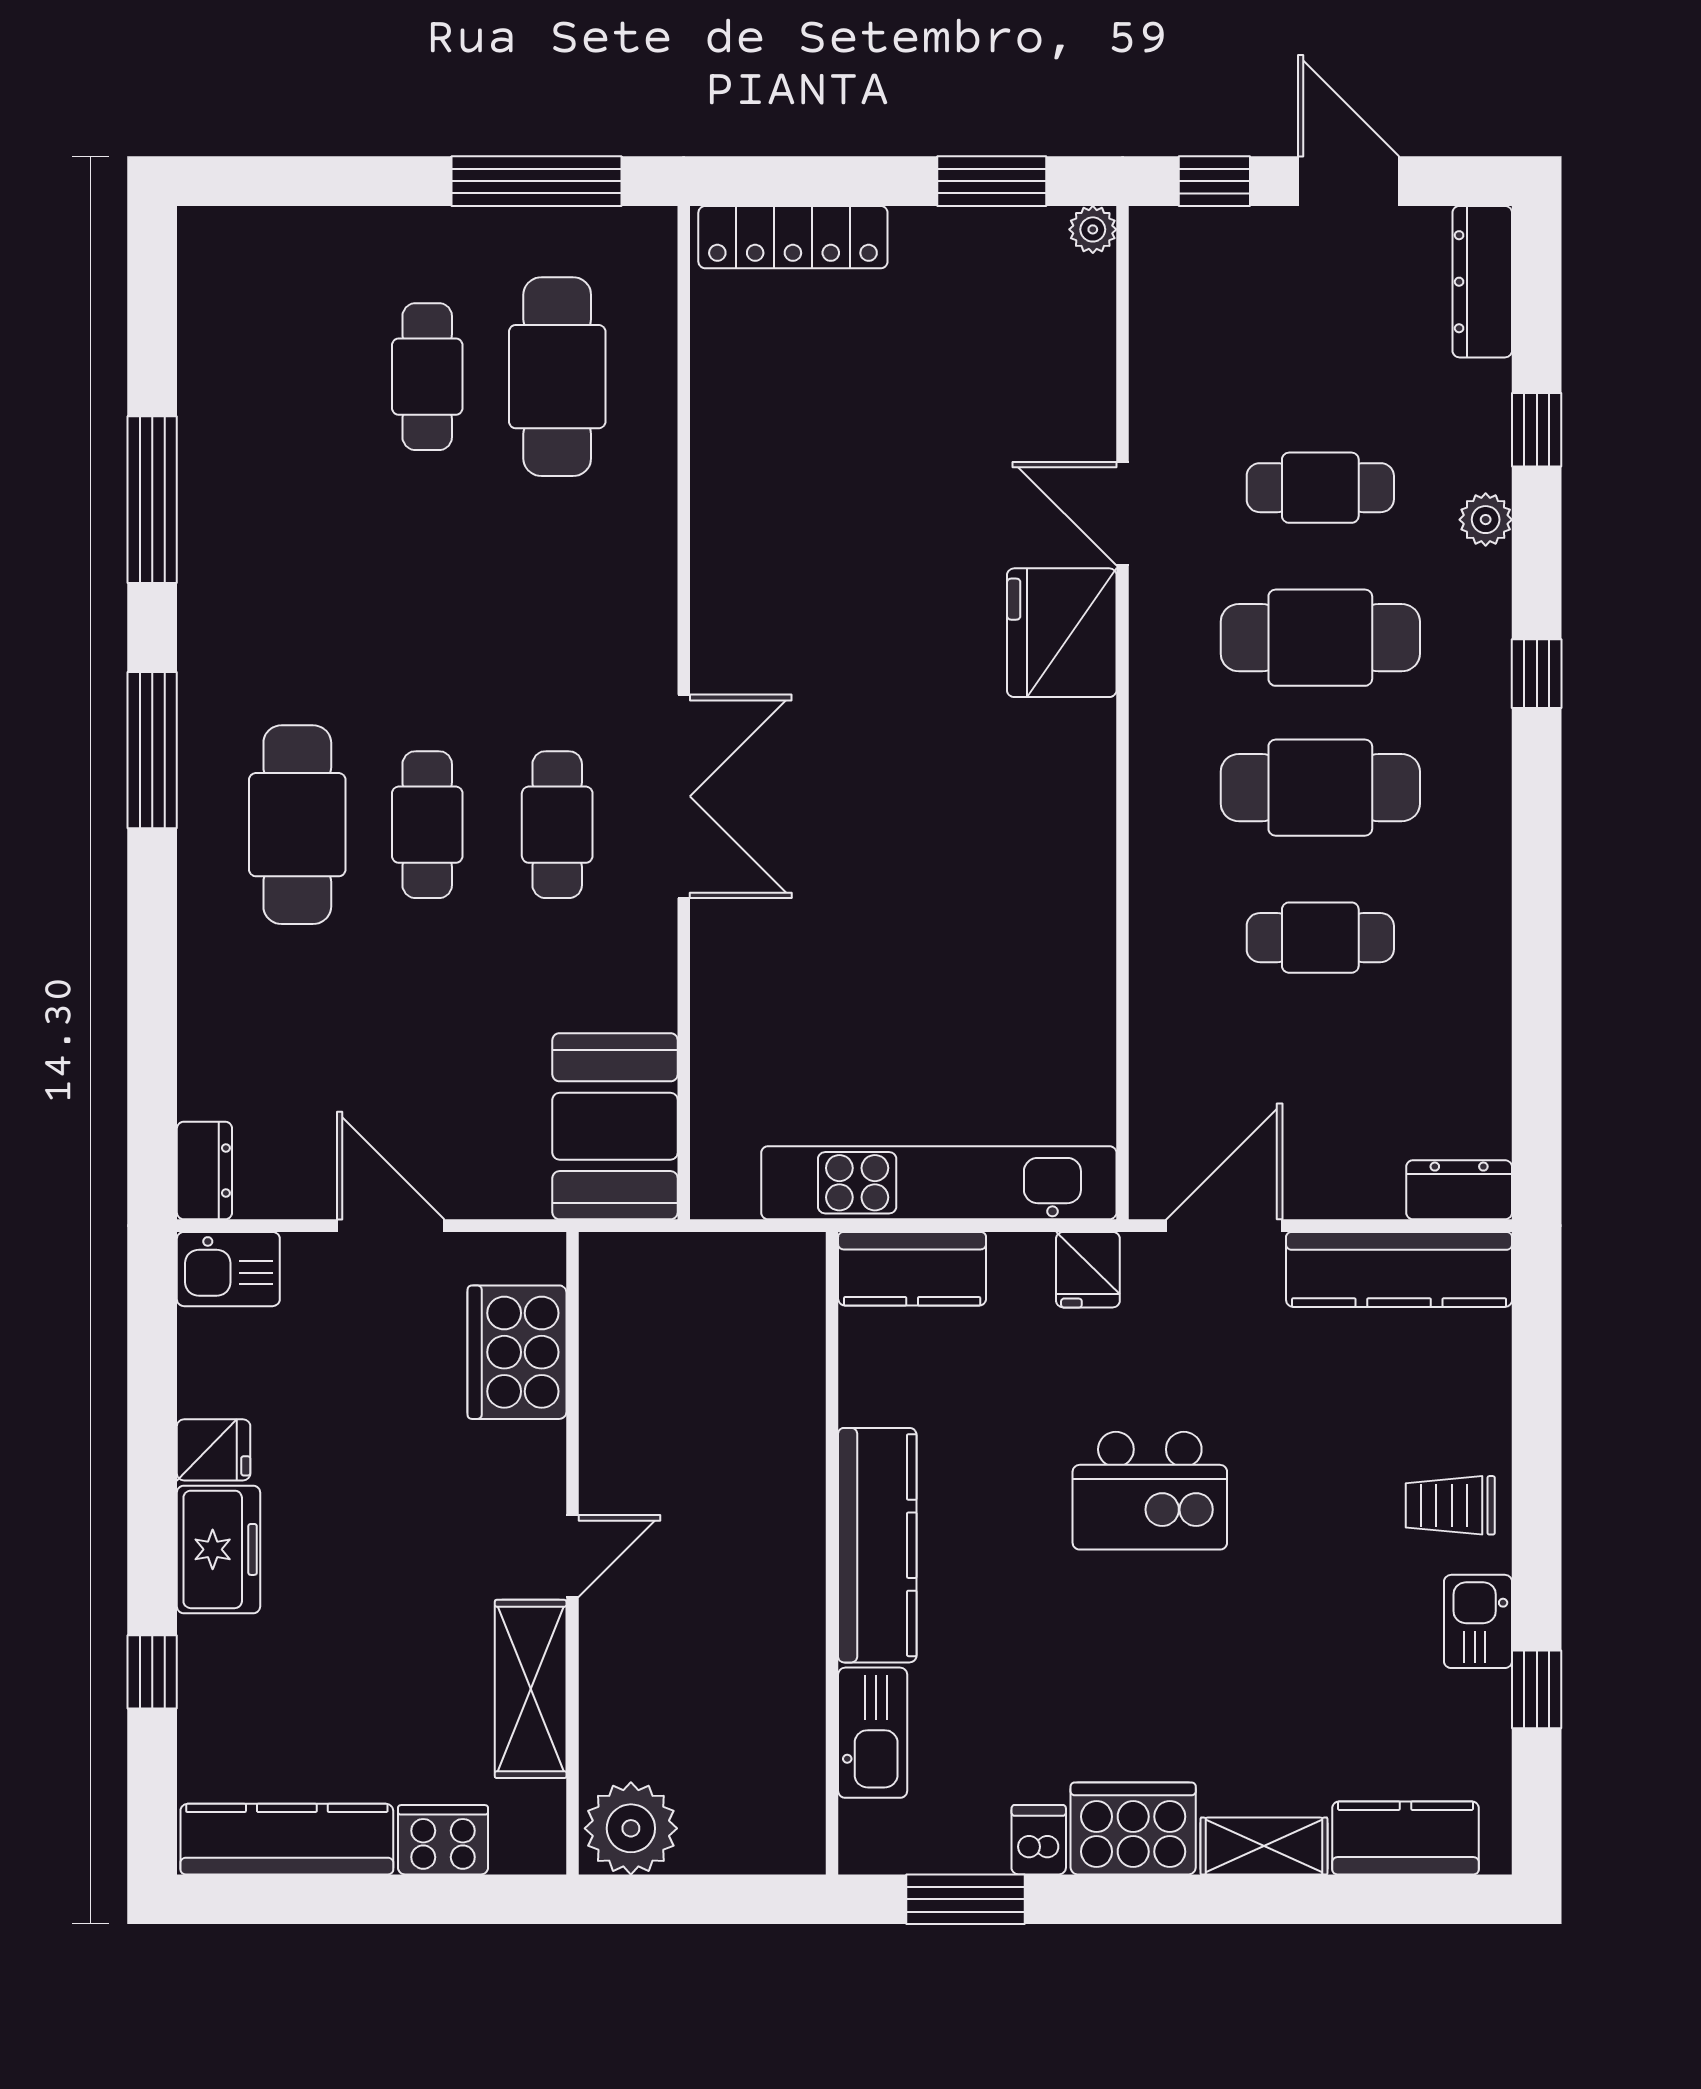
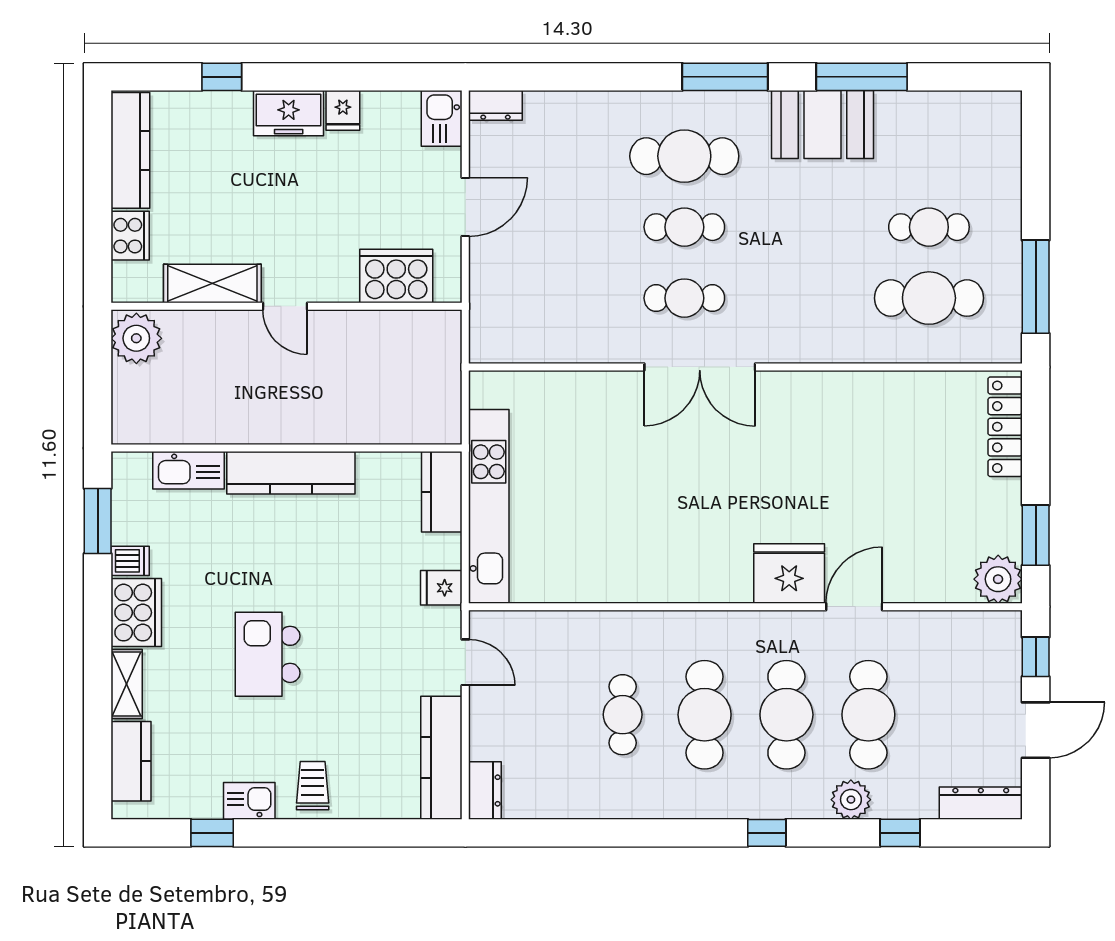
plant: (1093, 229) -> (998, 579), width x1.88, depth x1.88
cafe table: (1320, 488) -> (868, 715), width x1.37, depth x1.35
plant: (1486, 520) -> (851, 800), width x1.38, depth x1.38
booth: (615, 1126) -> (822, 125), moved
door: (1224, 1226) -> (465, 662), width x0.73
kitchen island: (1150, 1491) -> (268, 654), moved

